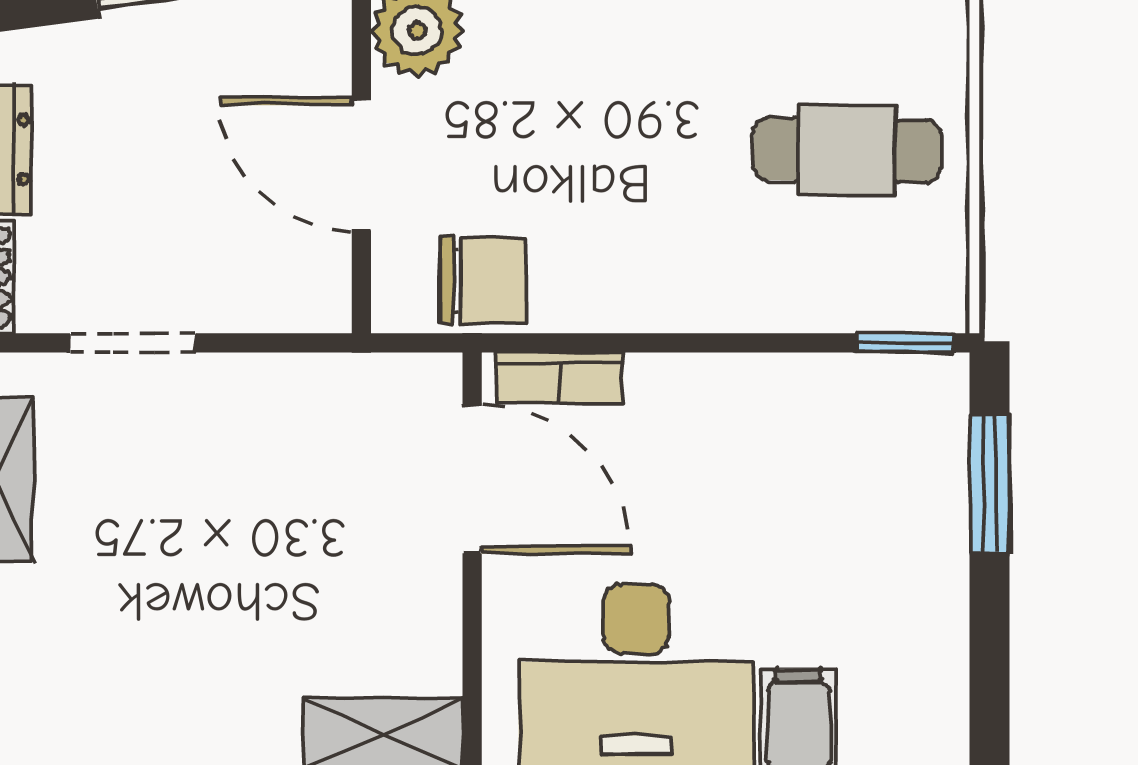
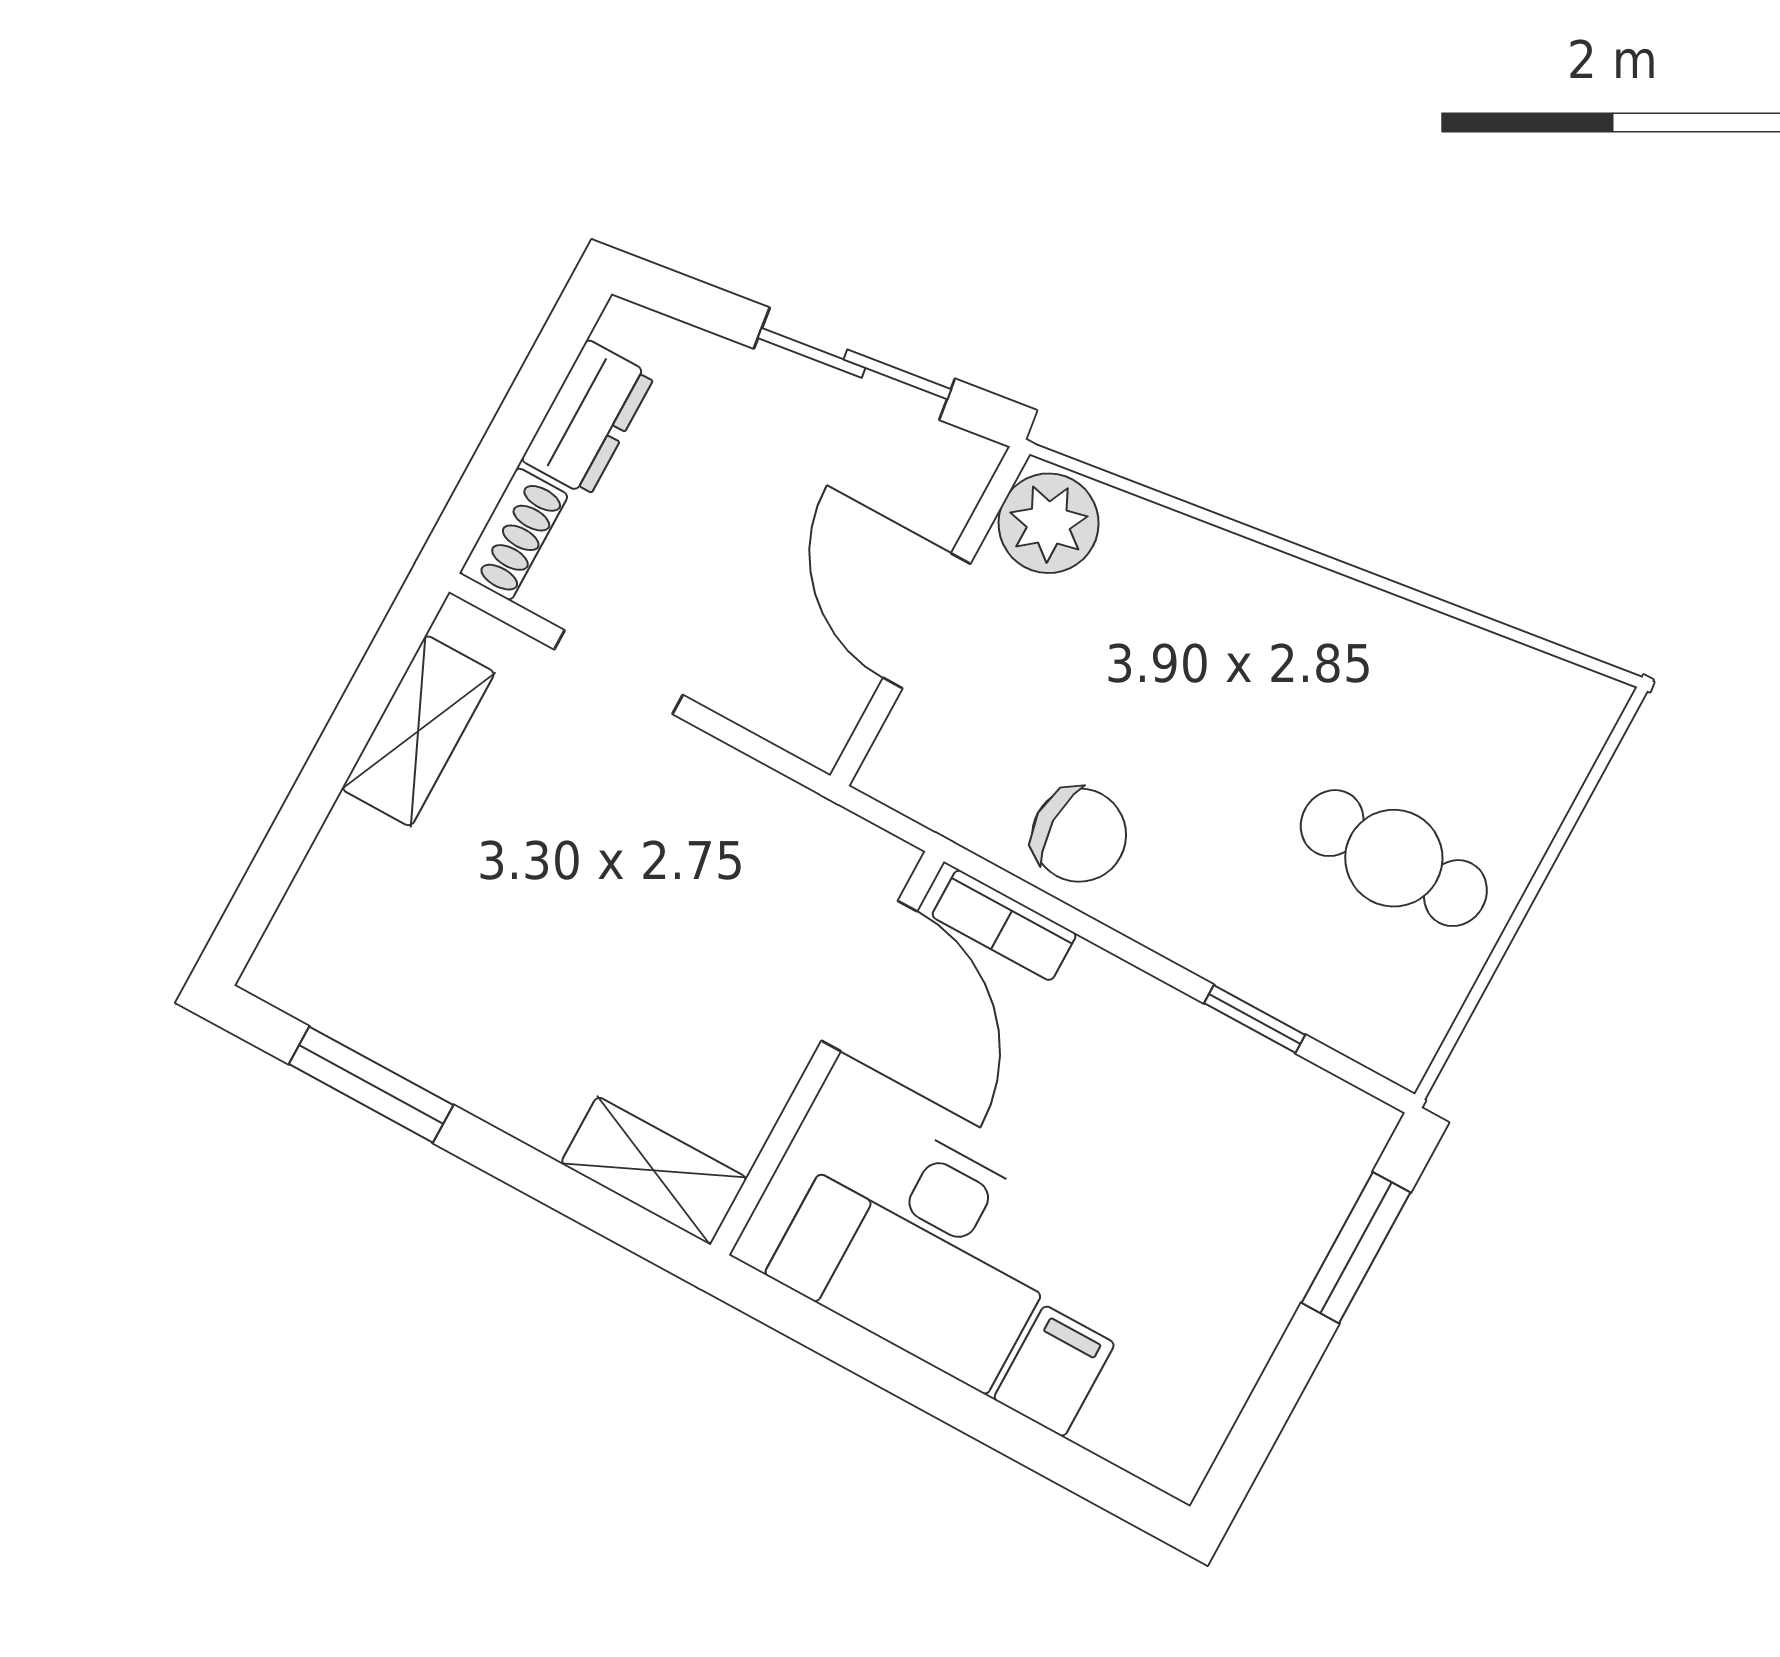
chair: (483, 280) -> (1079, 835), moved
window: (904, 343) -> (1255, 1019), moved

